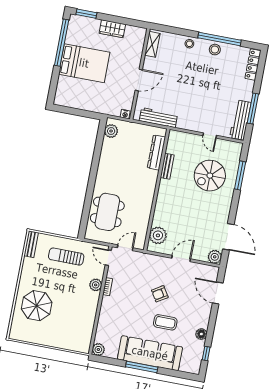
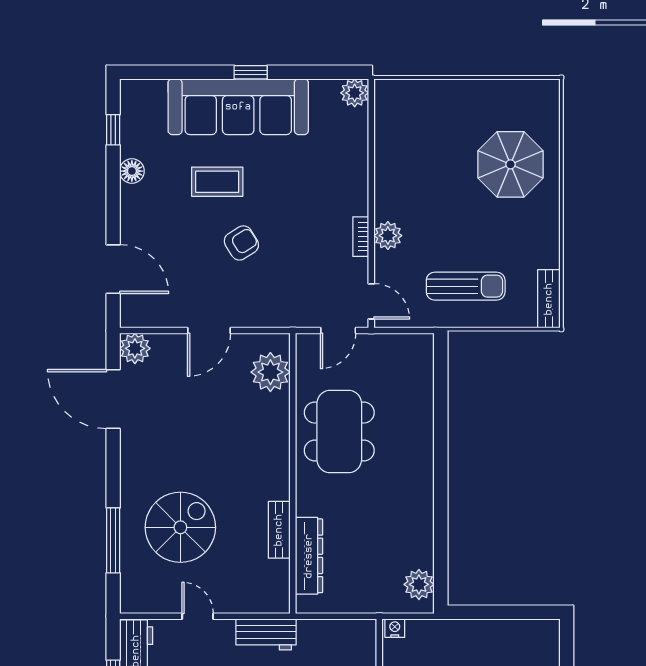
workbench: (158, 118) -> (266, 634), moved, width x0.73
dining table: (107, 212) -> (339, 432), moved
window: (142, 367) -> (251, 72), width x0.46

